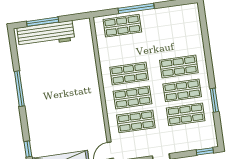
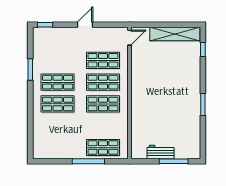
workbench: (46, 34) -> (161, 152), width x0.53, depth x0.76
window: (19, 89) -> (203, 104), width x0.69
shop shelf: (186, 114) -> (58, 60), removed

